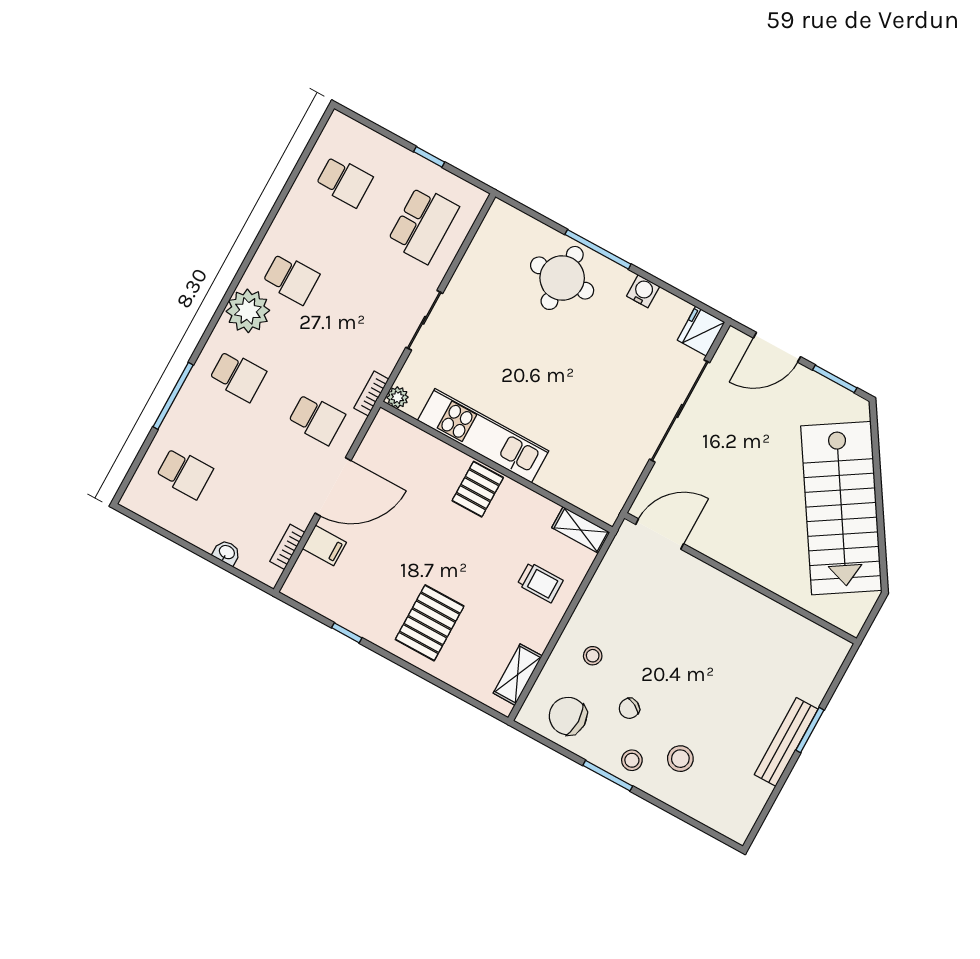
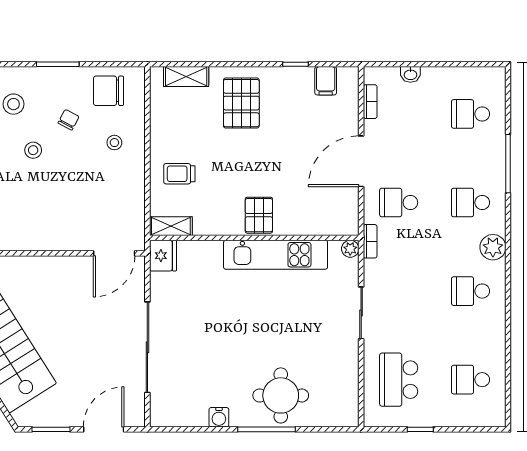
plant: (248, 311) -> (493, 247), width x0.73, depth x0.73
fridge: (701, 331) -> (163, 256), moved
filing cabinet: (325, 545) -> (326, 81), moved, turned -90
shelving: (518, 675) -> (186, 77), moved, turned 90
chair: (568, 716) -> (109, 91), turned 180
stool: (632, 760) -> (33, 150), moved

